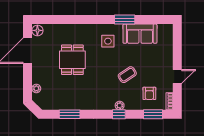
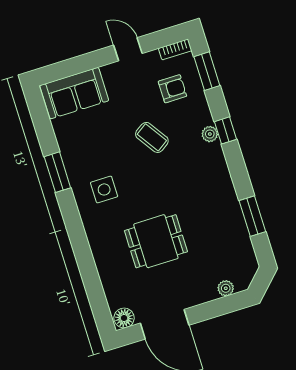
sofa: (140, 34) -> (74, 93), moved, turned 90

